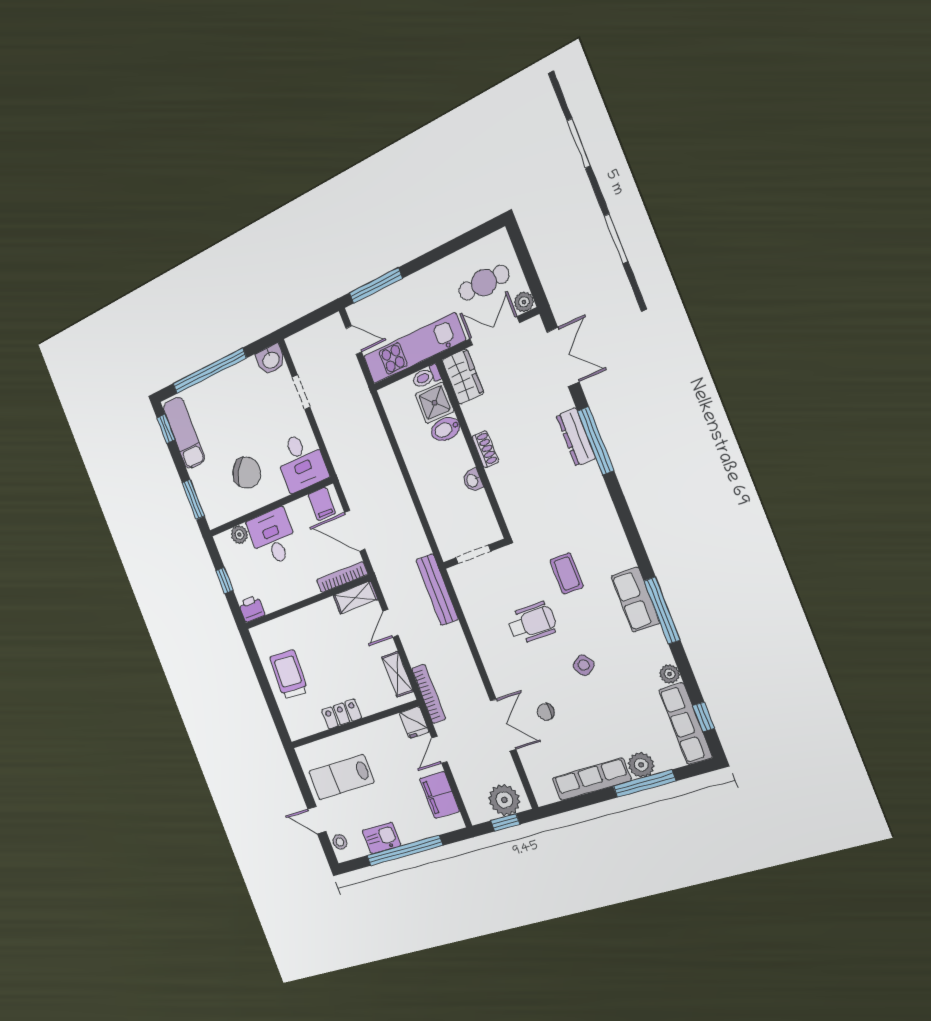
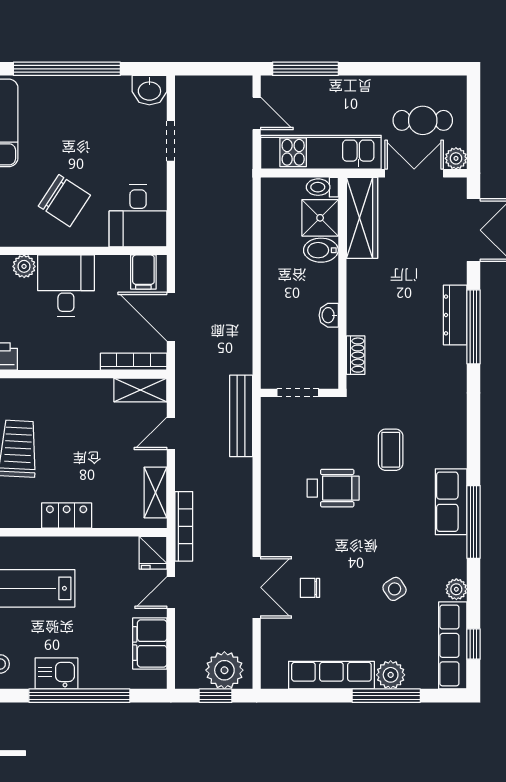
wardrobe: (463, 377) -> (362, 218), width x1.50
shoe rack: (485, 449) -> (356, 355), moved
side table: (584, 665) -> (395, 589), moved

